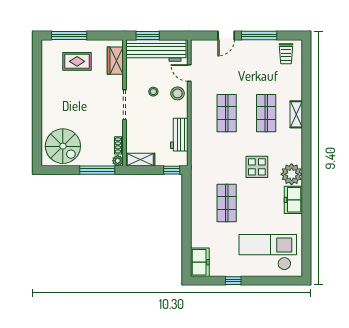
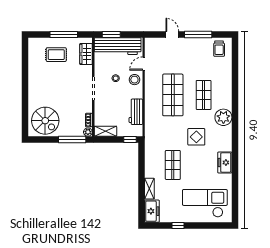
window: (69, 35) -> (64, 34), moved
door: (226, 35) -> (172, 34), swing flipped
door: (189, 73) -> (144, 64), hinge flipped
shop shelf: (227, 113) -> (173, 95), width x1.43, depth x1.36
shelving: (296, 114) -> (149, 189), moved
plant: (292, 174) -> (223, 117), moved

